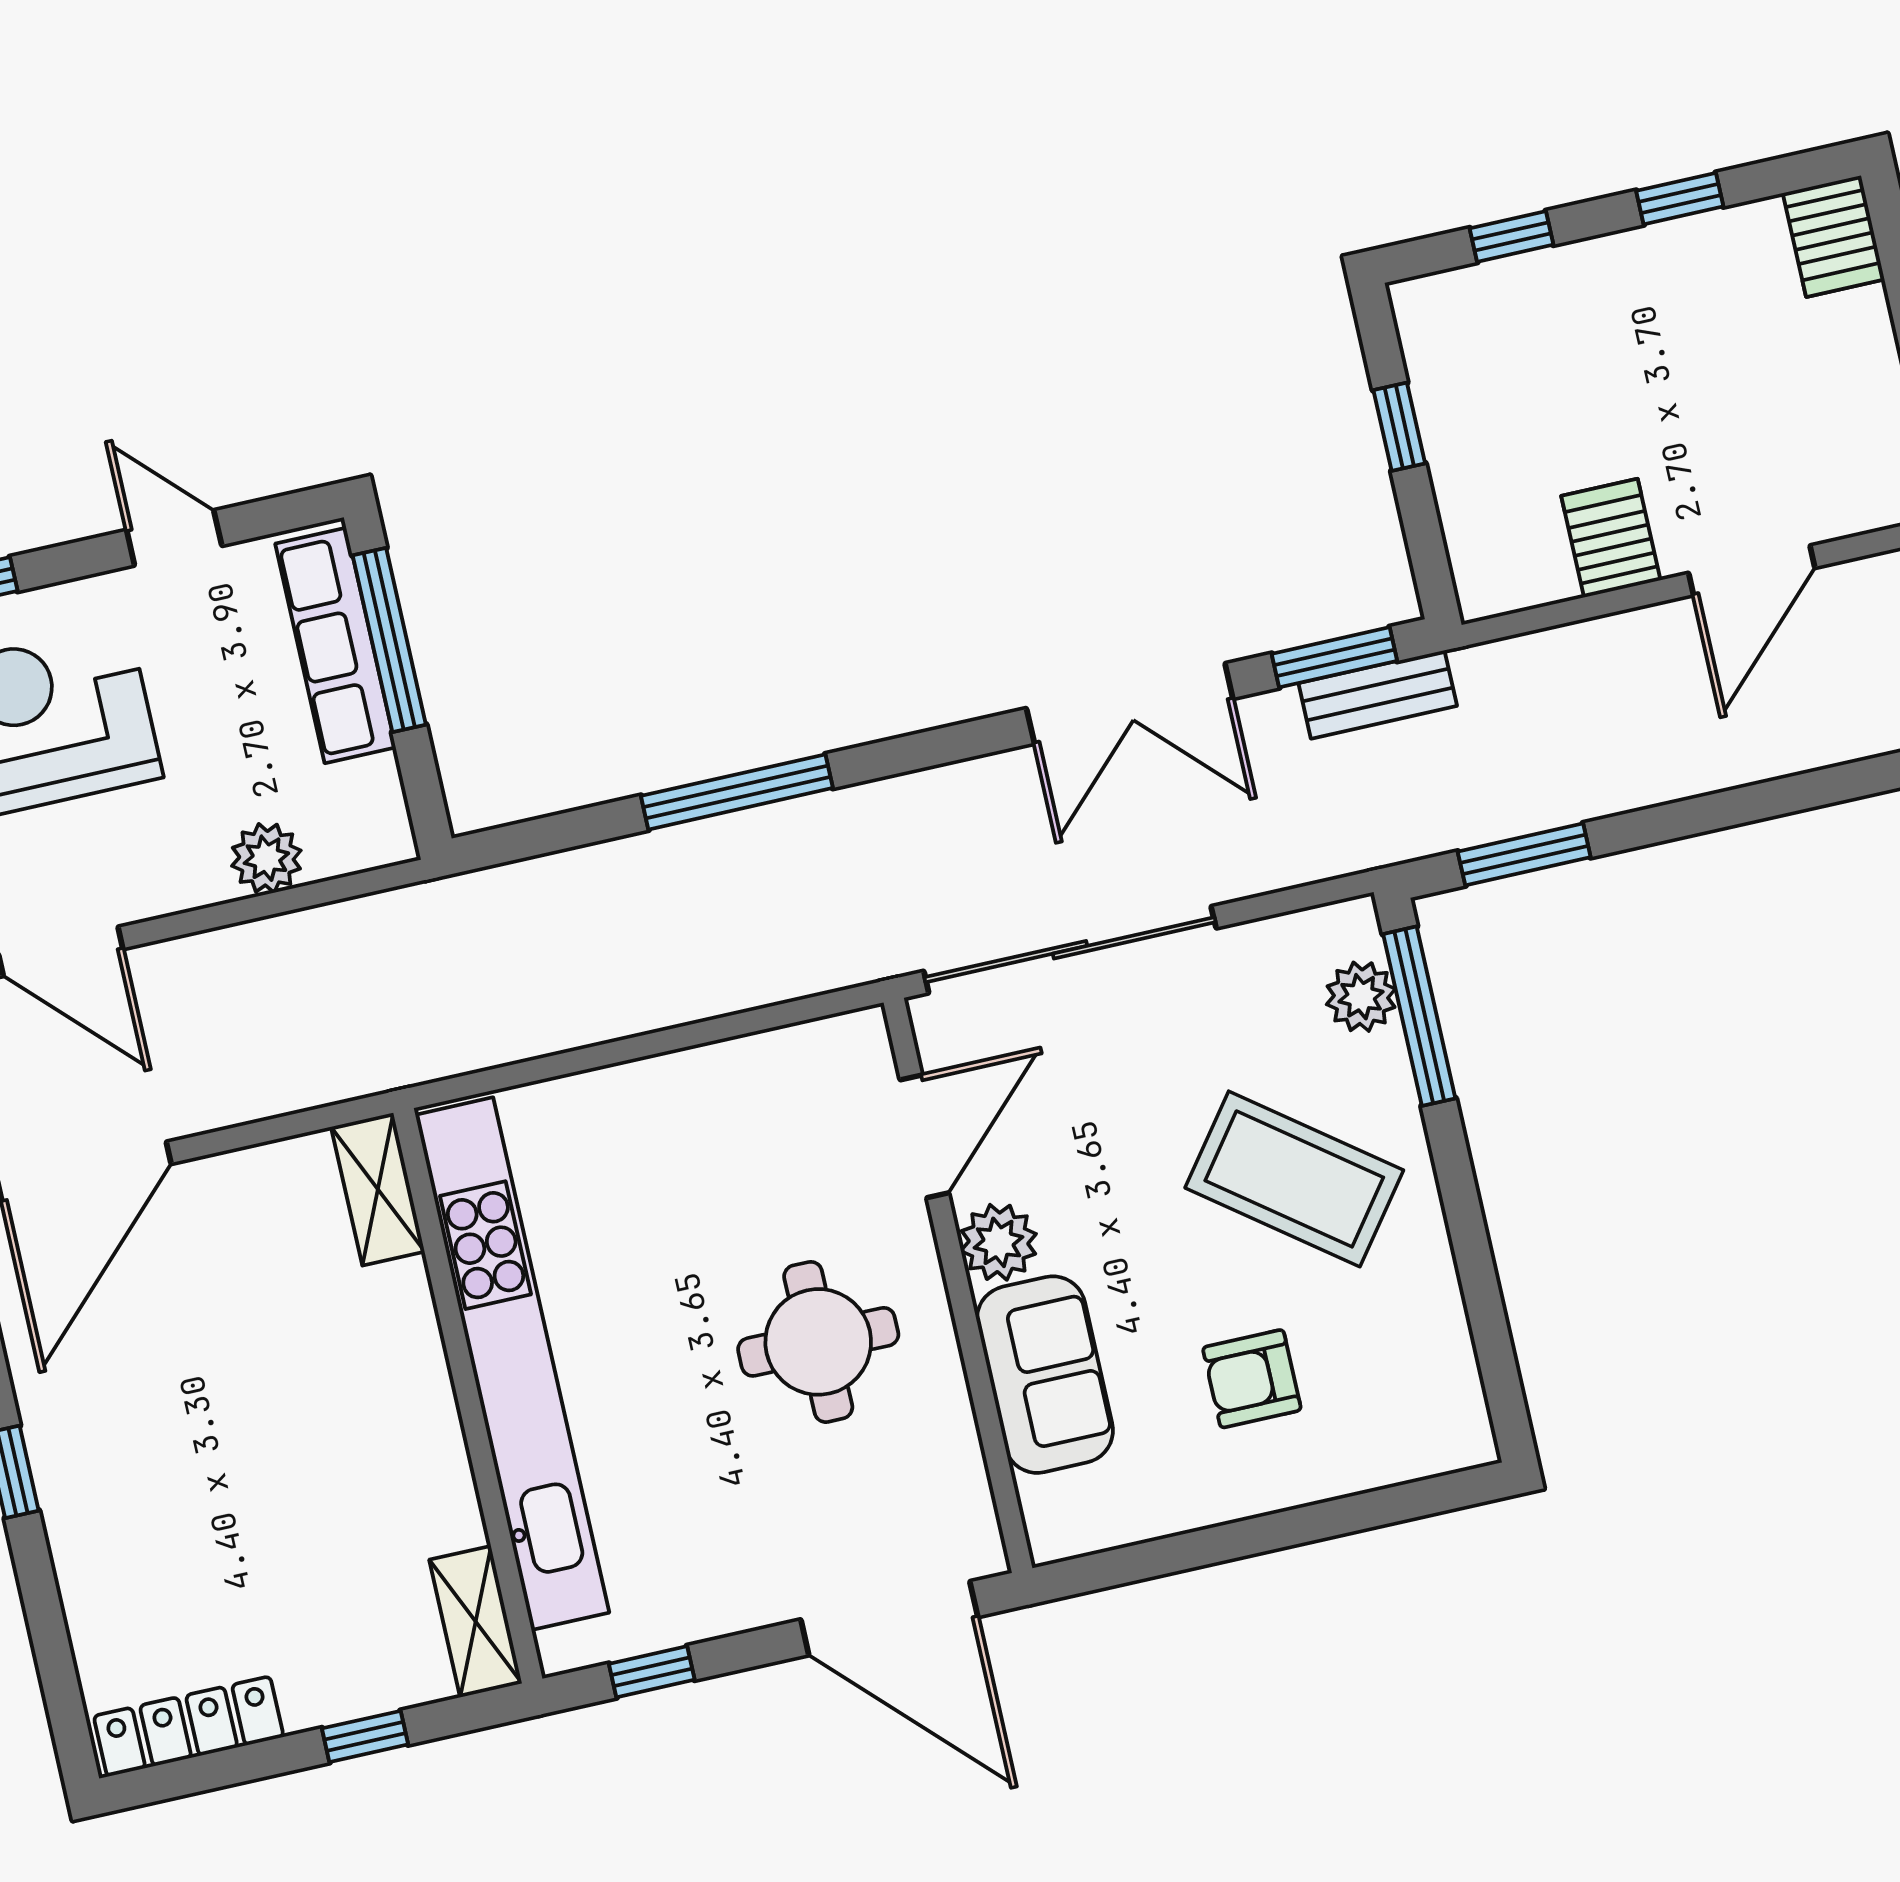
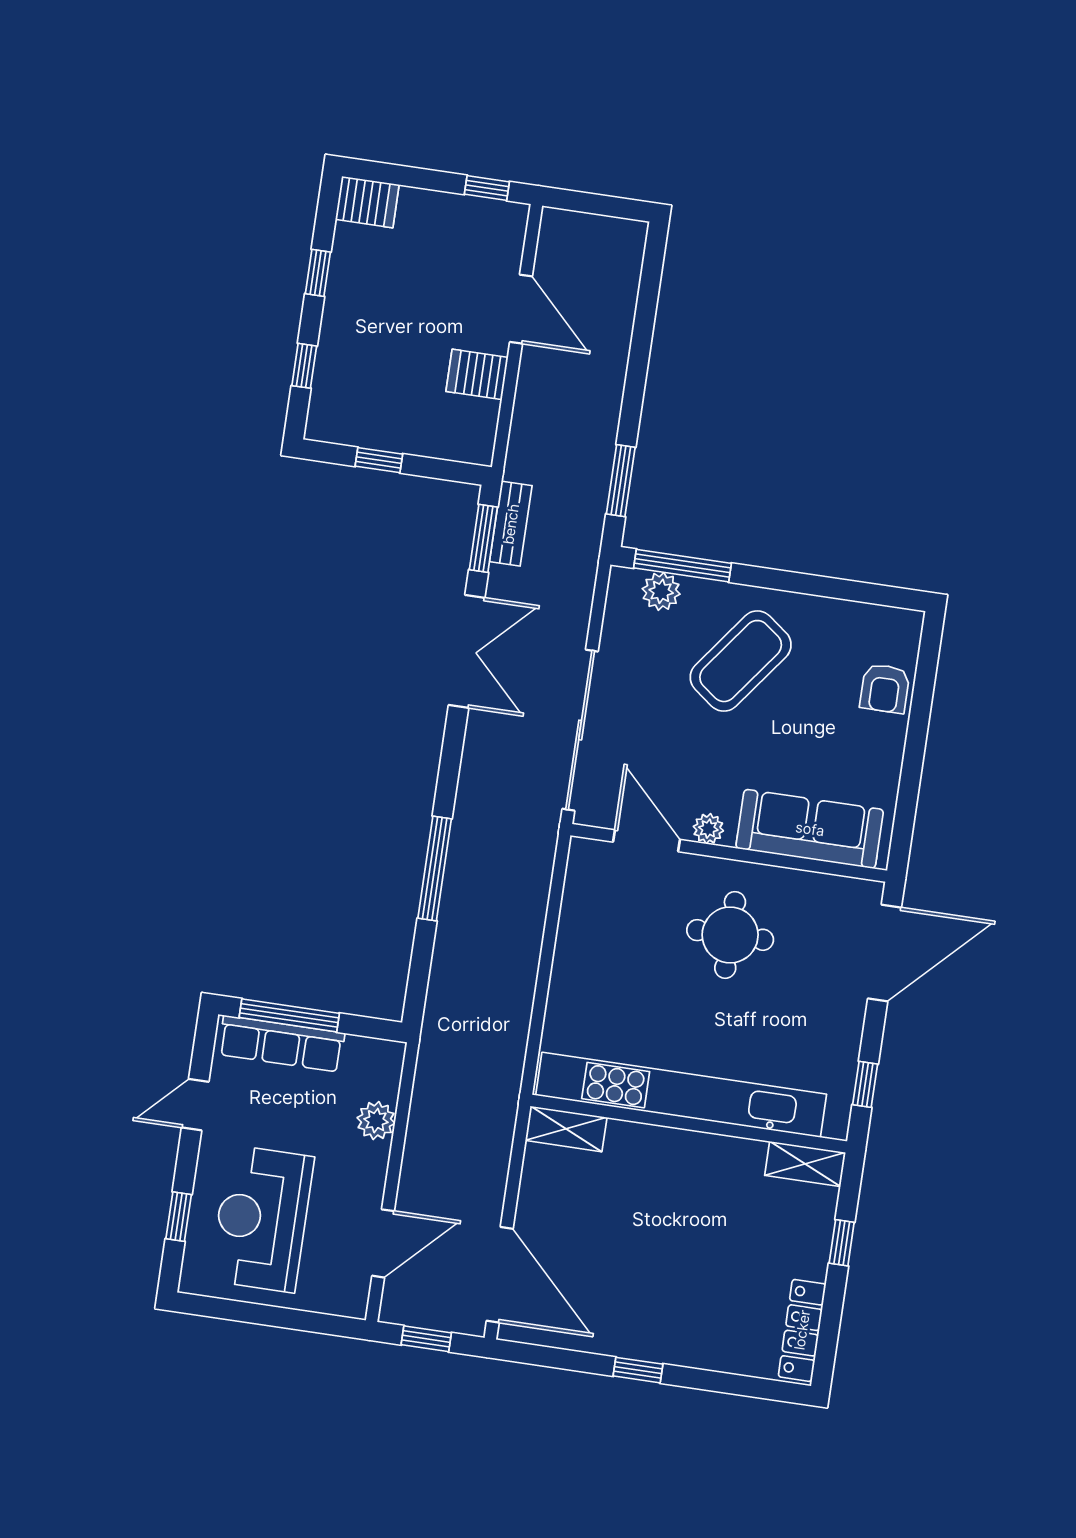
plant: (998, 1242) -> (708, 829), width x0.73, depth x0.73
sofa: (1045, 1375) -> (810, 829), width x1.36
armchair: (1252, 1379) -> (885, 688), moved

